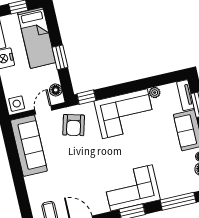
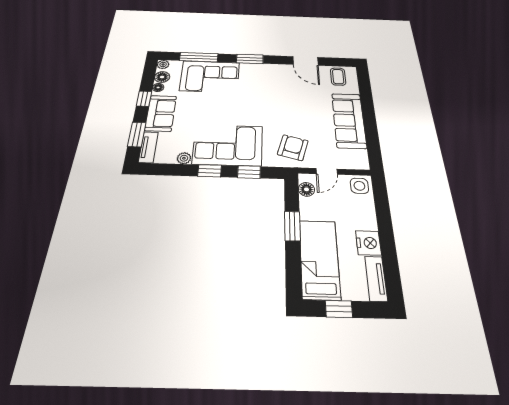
window: (132, 87) -> (210, 171), added
window: (86, 97) -> (249, 172), moved
sofa: (29, 146) -> (349, 120), moved
corner sofa: (132, 188) -> (210, 76), moved

